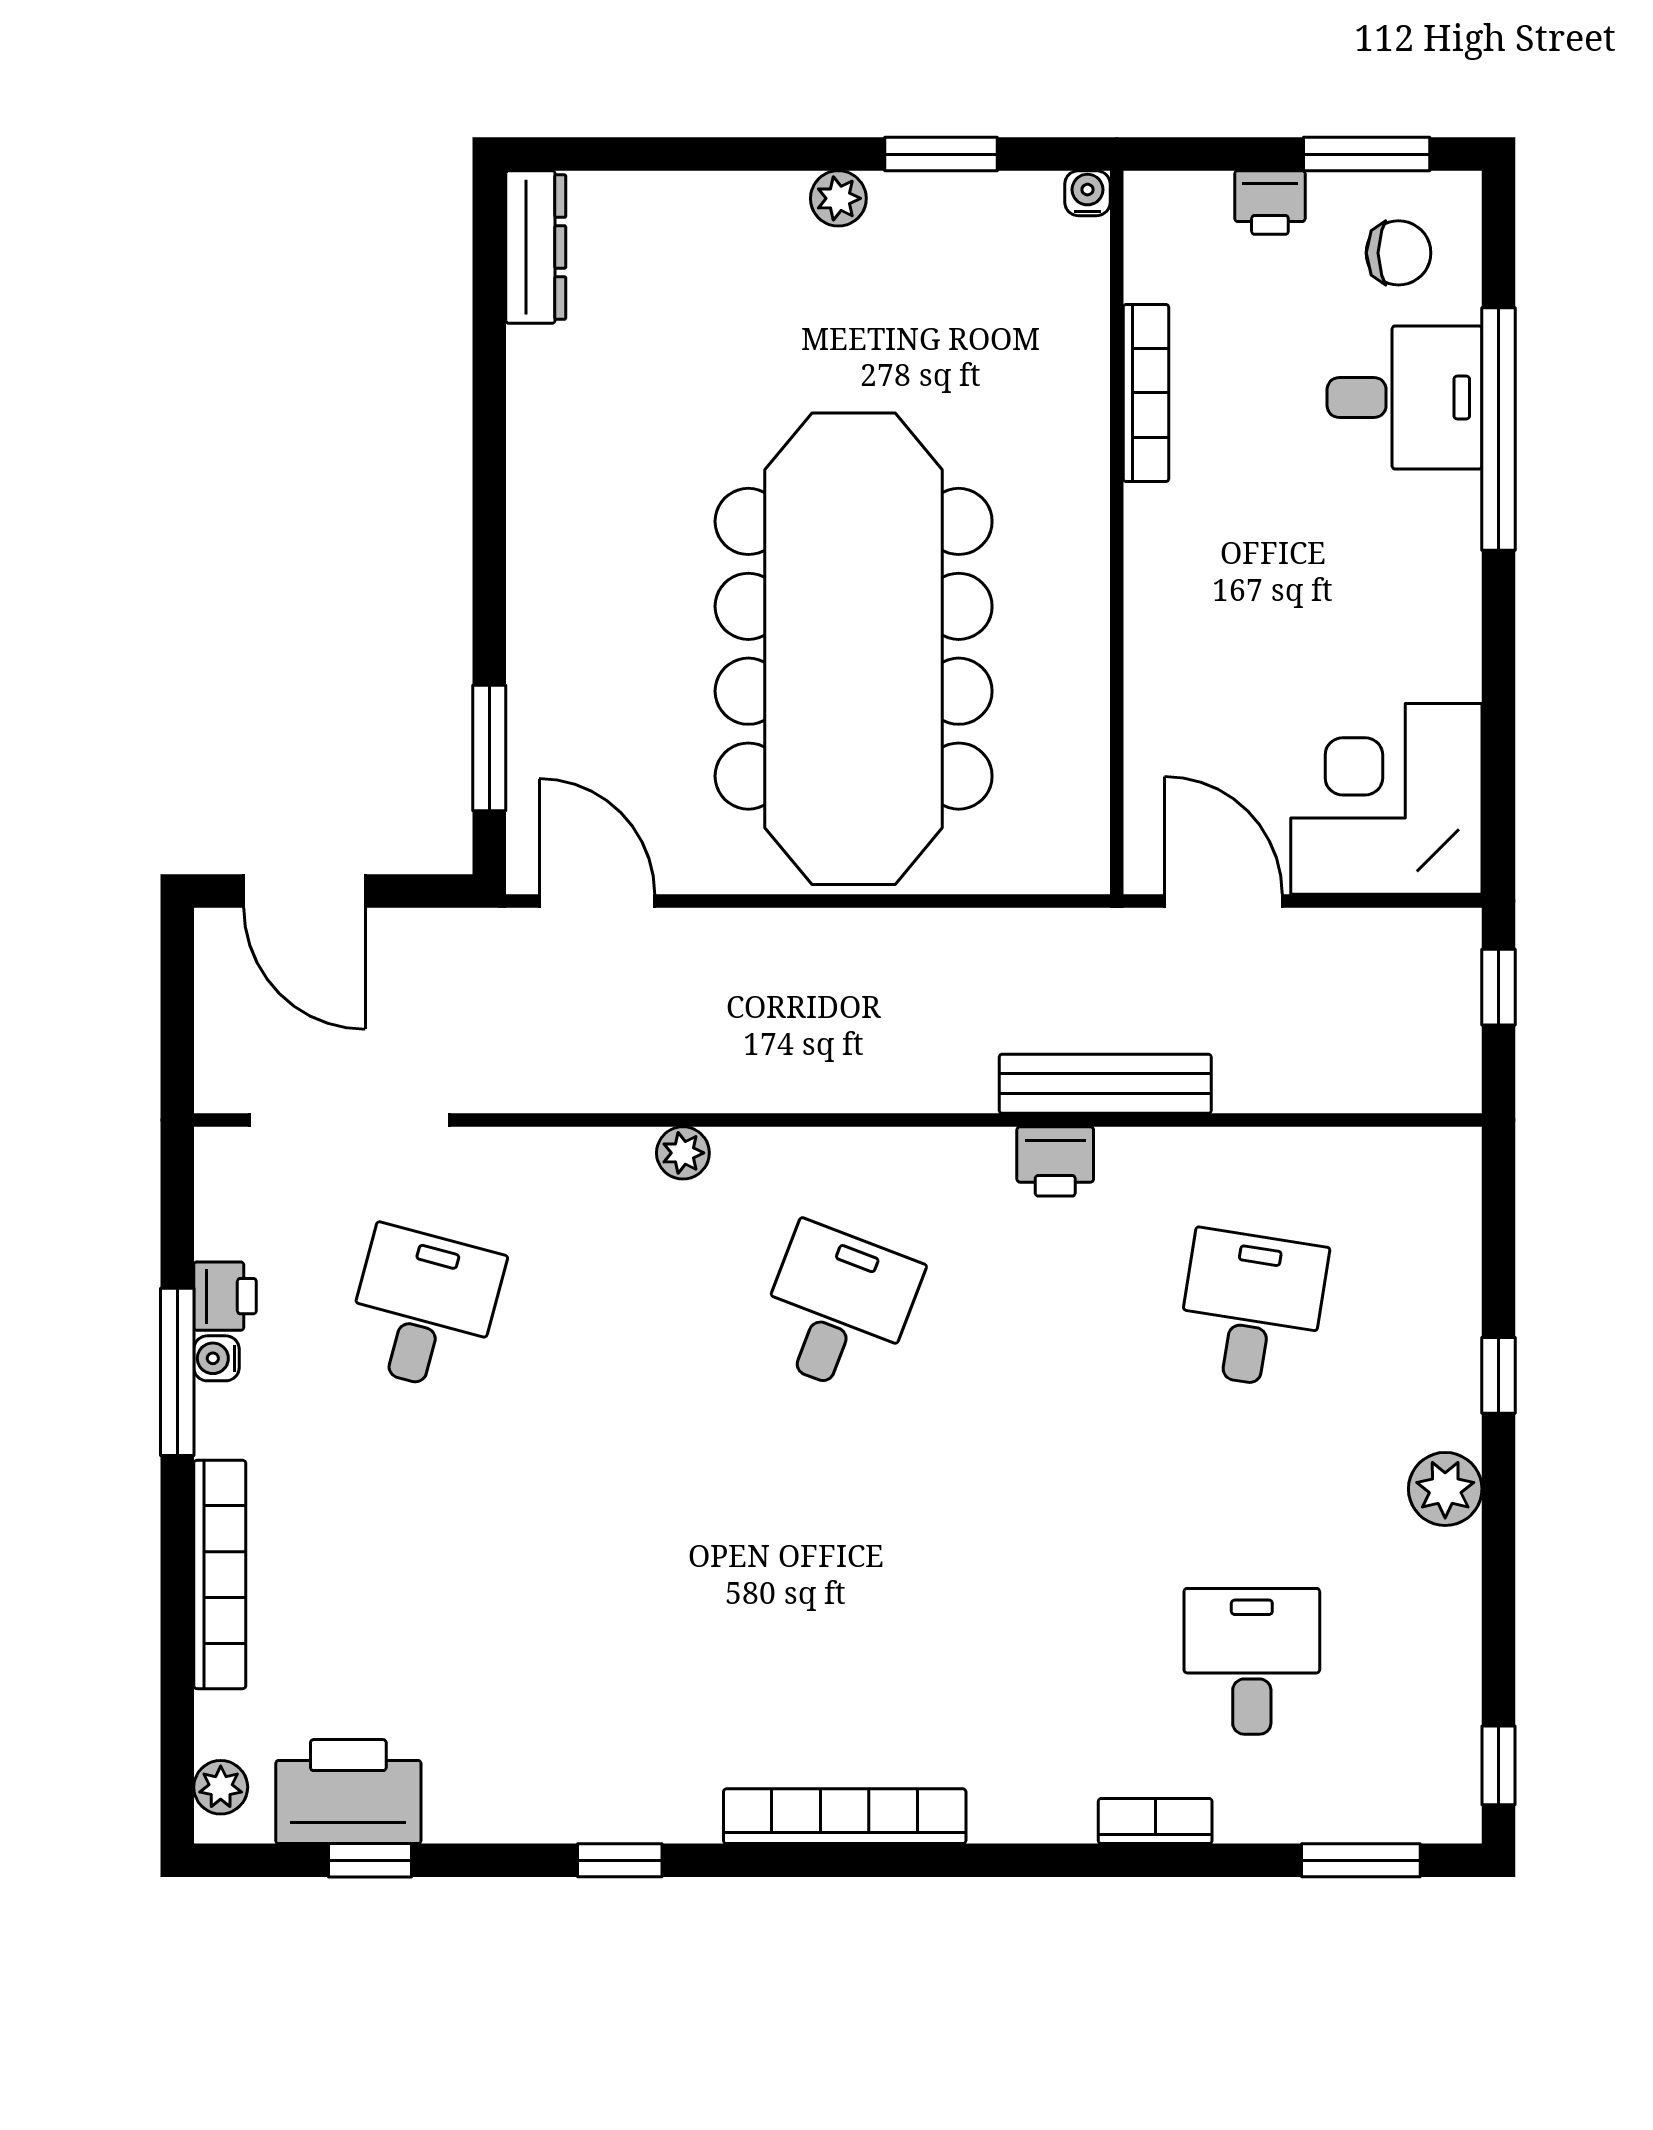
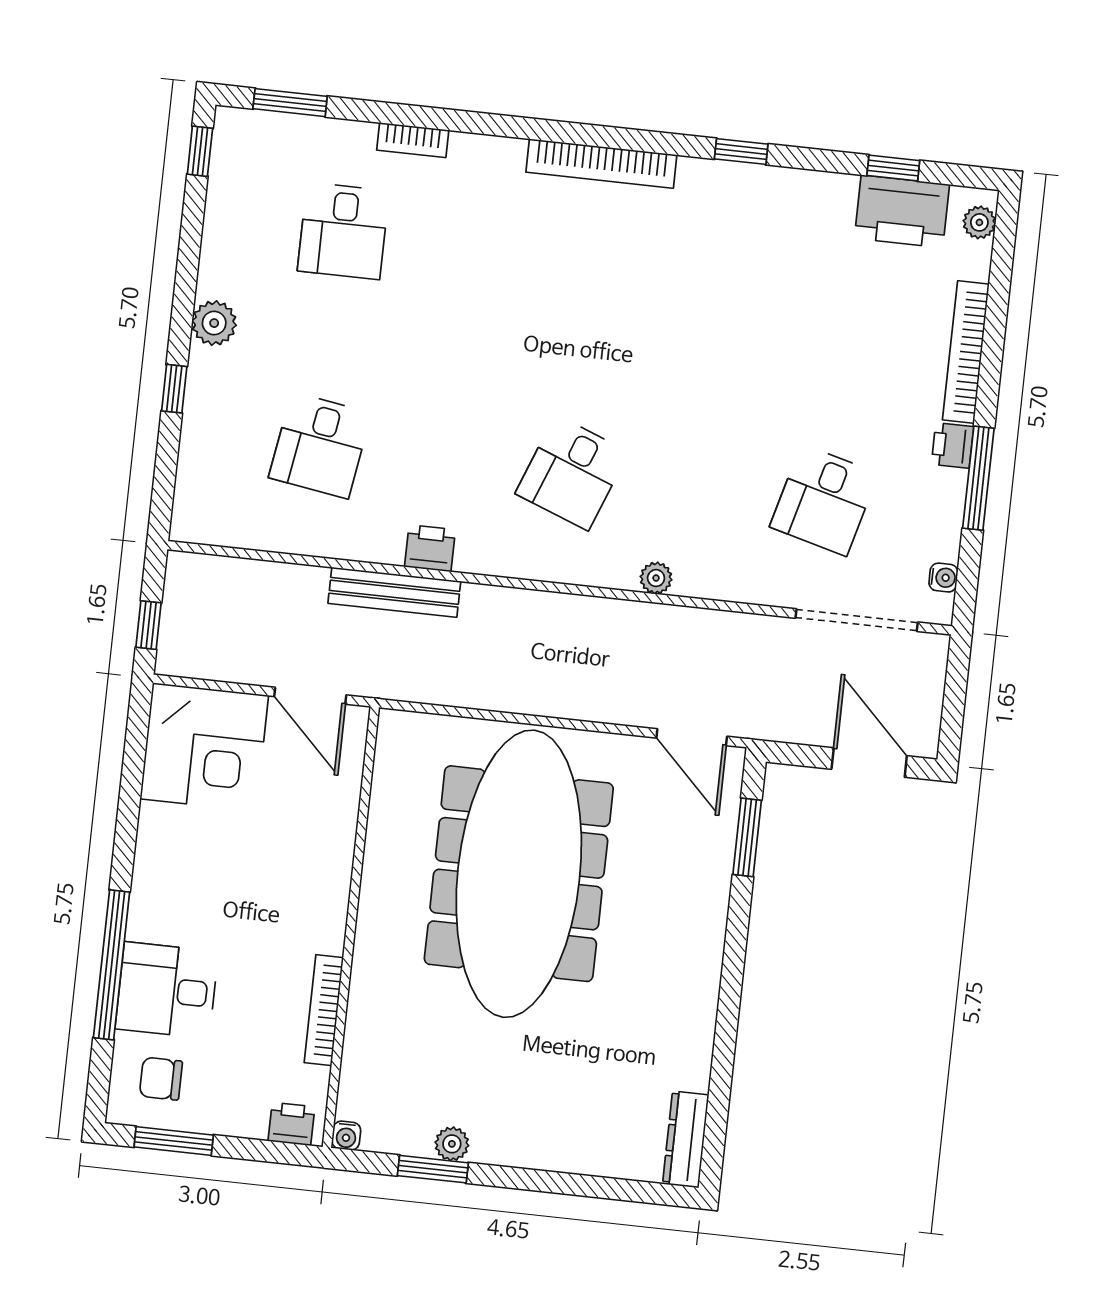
plant: (838, 198) -> (452, 1144), moved
printer: (1270, 203) -> (291, 1124), moved
printer: (225, 1296) -> (953, 445), moved
water cooler: (216, 1358) -> (943, 578), moved

